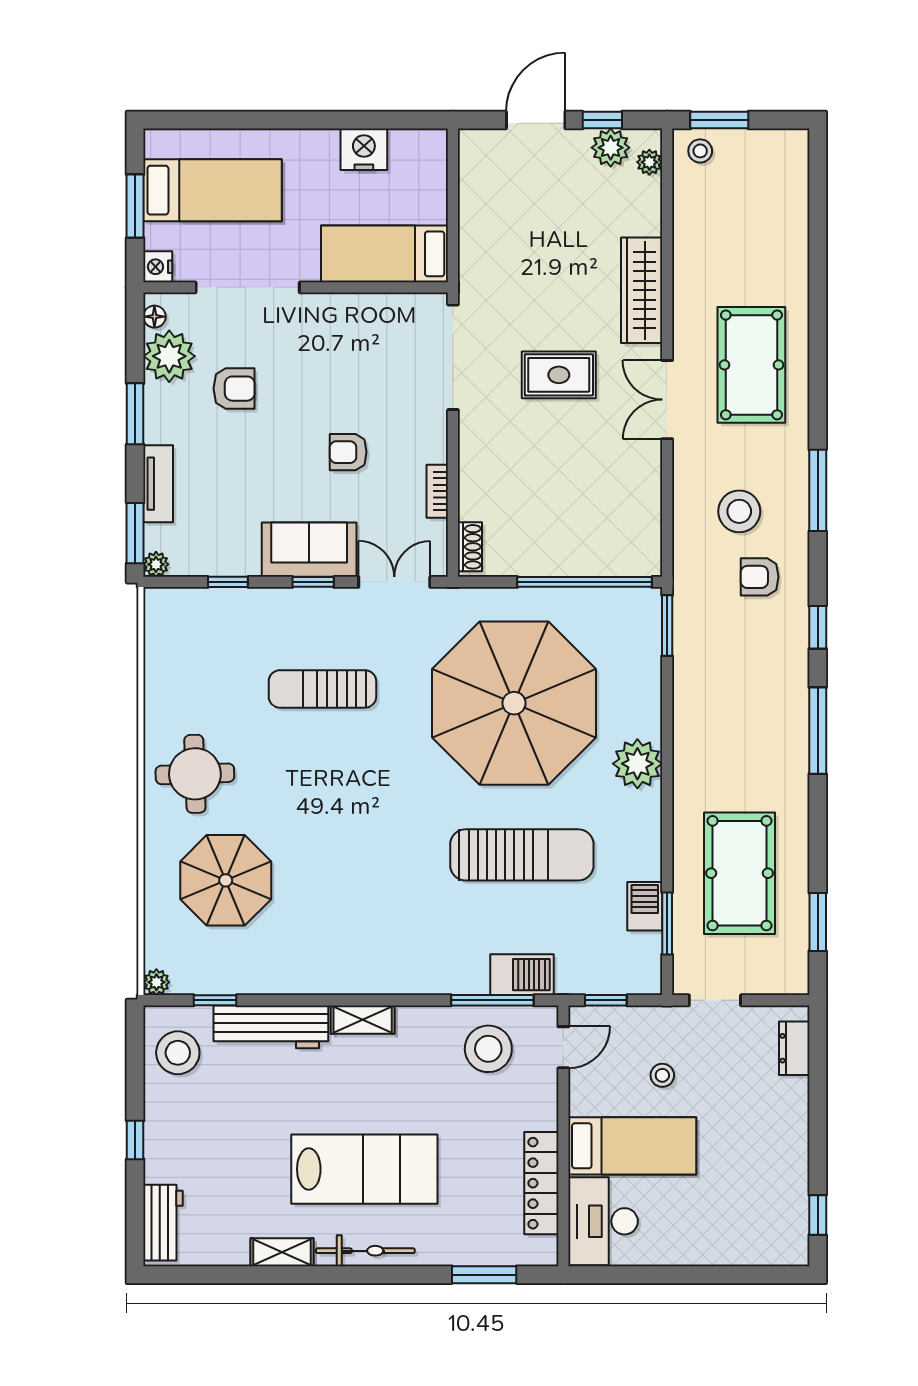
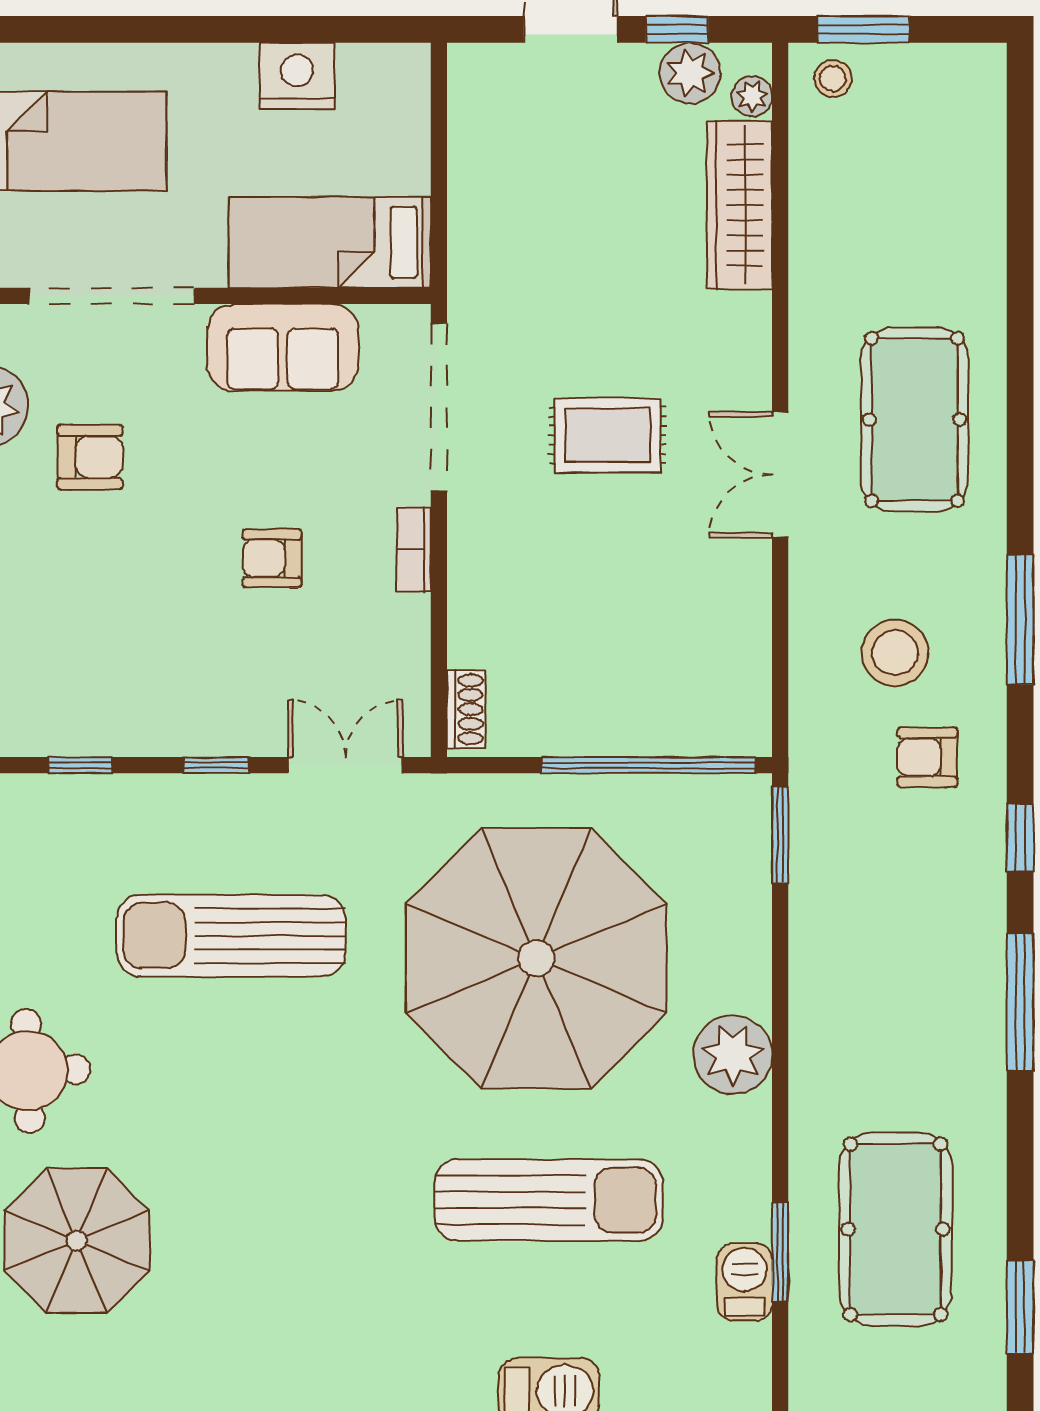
wardrobe: (642, 290) -> (740, 205), moved
bookcase: (437, 491) -> (414, 549), moved
sofa: (309, 550) -> (283, 347), moved, turned 180
sun lounger: (322, 689) -> (231, 936), width x1.36, depth x1.34
window: (667, 923) -> (780, 1252), moved

